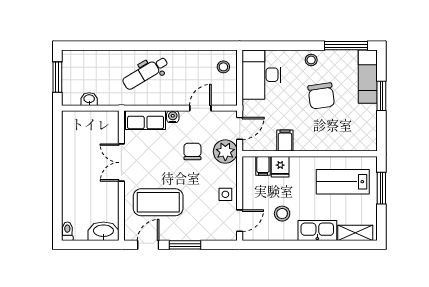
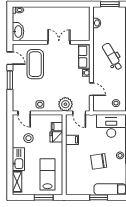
chair: (192, 151) -> (66, 85), removed

